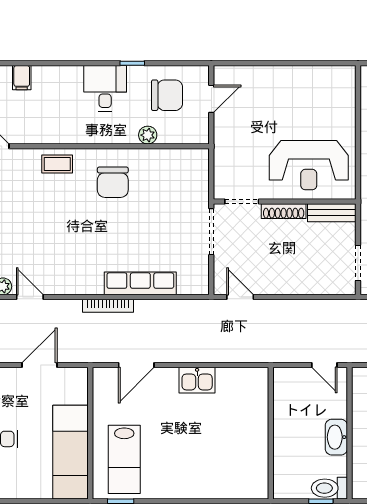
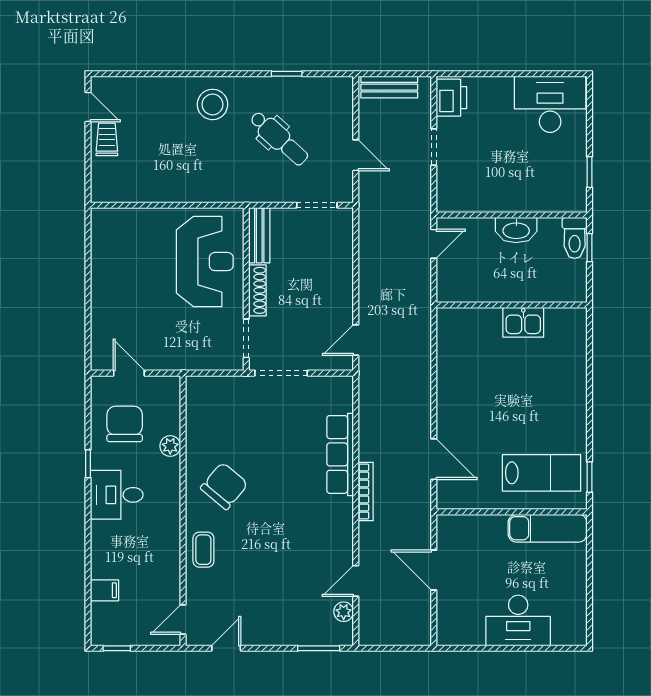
chair: (113, 182) -> (224, 486), turned -50
kitchen sink: (197, 380) -> (523, 322), moved, turned 90
exam couch: (70, 452) -> (548, 528), width x0.73, depth x0.69

